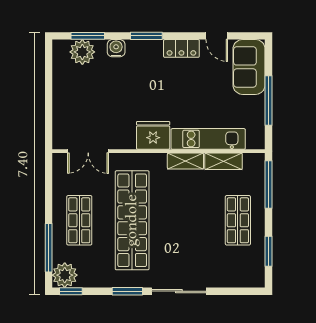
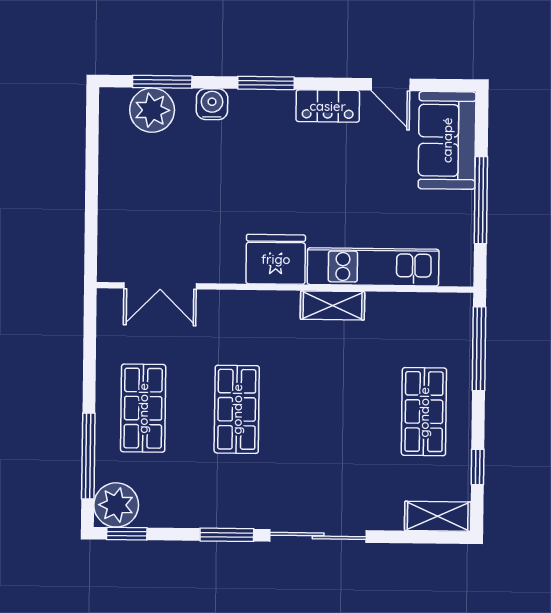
shelving: (224, 161) -> (438, 516), moved
shop shelf: (132, 220) -> (237, 409), width x0.50, depth x0.74
window: (269, 251) -> (478, 467), width x0.67

